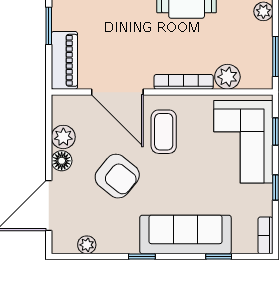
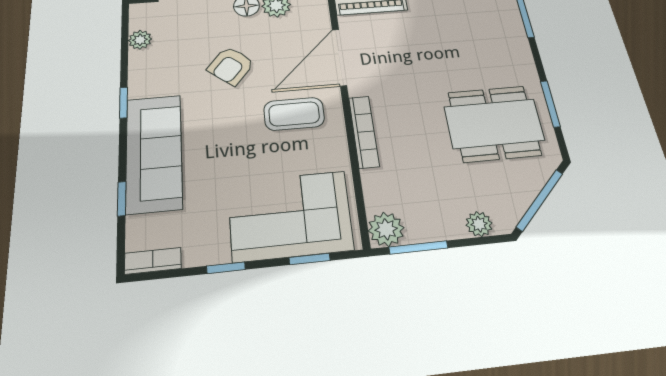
plant: (227, 77) -> (386, 229), moved
armchair: (117, 176) -> (231, 66), width x0.72, depth x0.72

